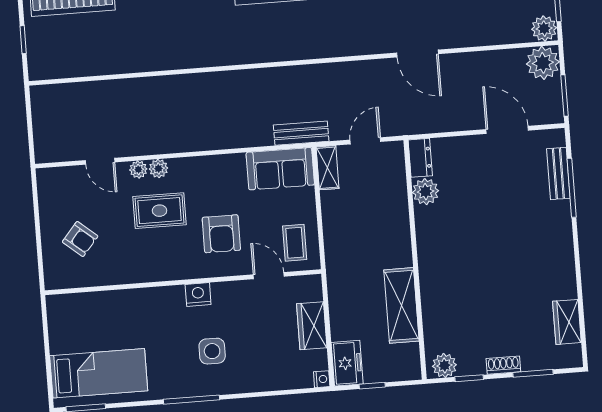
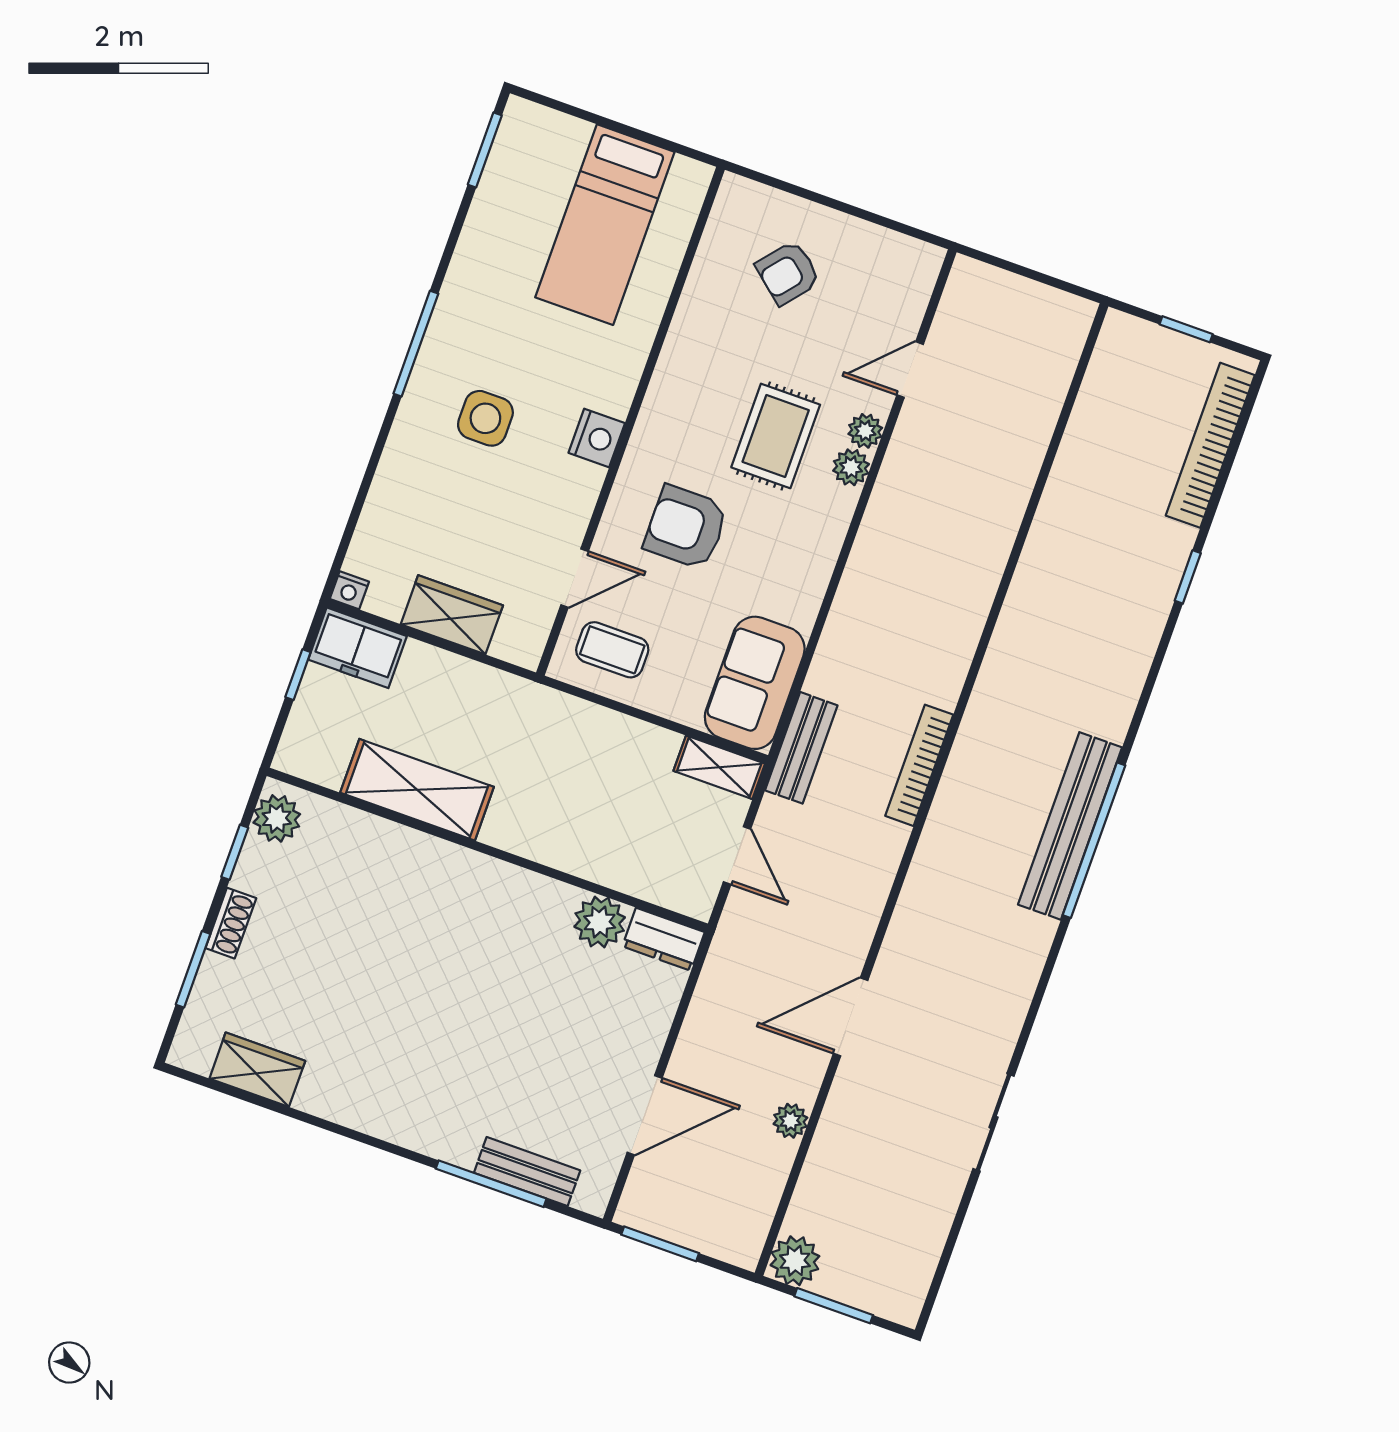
plant: (543, 63) -> (790, 1121), moved, width x0.53, depth x0.53
bookcase: (285, 74) -> (919, 765), added
bed: (99, 373) -> (605, 225), moved

